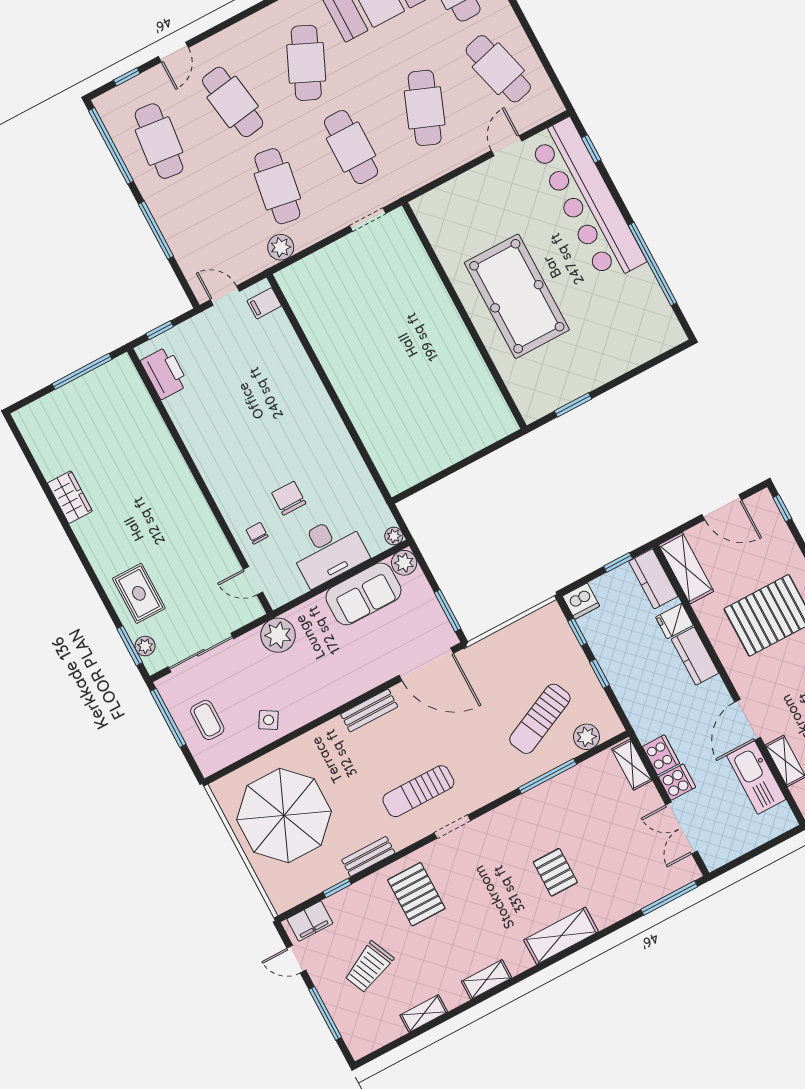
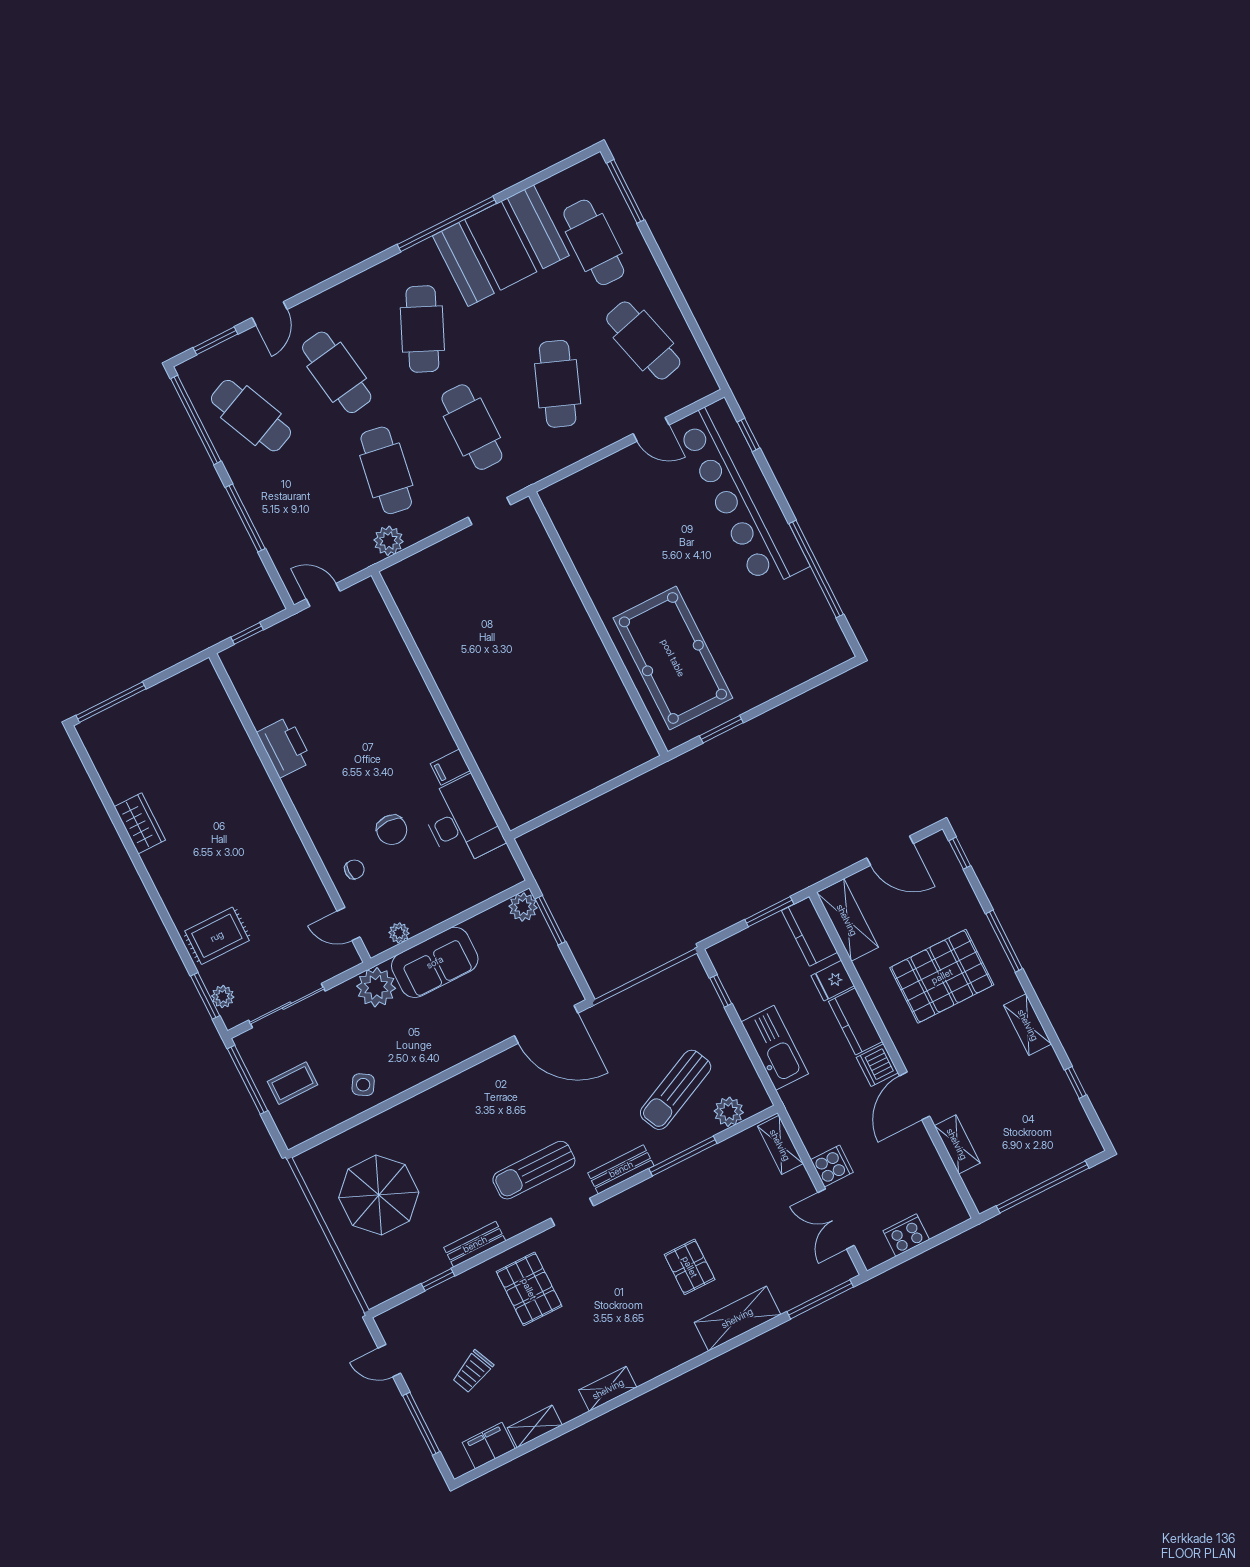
window: (127, 77) -> (215, 341), width x1.50
cafe table: (159, 141) -> (251, 416), turned -30
door: (507, 146) -> (651, 429), swing flipped
pool table: (517, 296) -> (673, 658), moved
filing cabinet: (264, 303) -> (450, 767), moved
window: (82, 371) -> (111, 702), moved
printer: (165, 373) -> (284, 747), moved
chair: (289, 498) -> (392, 830), turned 180
chair: (257, 533) -> (354, 869), turned 90
plant: (394, 536) -> (399, 933), moved
desk: (328, 551) -> (461, 822), moved, turned -90
window: (618, 562) -> (769, 912), width x1.50
rug: (139, 593) -> (217, 936), turned 90
sofa: (363, 594) -> (435, 962), moved
dishwasher: (581, 601) -> (877, 1065), moved, turned 90
window: (448, 611) -> (550, 920), moved
window: (599, 674) -> (745, 1039), removed
bench: (369, 710) -> (621, 1169), moved
coffee table: (207, 720) -> (293, 1083), turned 90
cooker: (661, 755) -> (906, 1235), moved, turned -90
kitchen sink: (756, 778) -> (775, 1048), moved, turned 180
parasol: (284, 815) -> (379, 1195), width x0.73, depth x0.73
filing cabinet: (310, 921) -> (489, 1446), moved, turned 180
shelving: (561, 936) -> (737, 1318), moved
trolley: (369, 967) -> (473, 1371), width x0.73, depth x0.72

